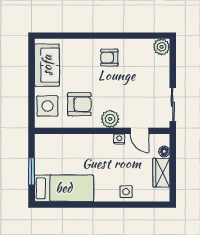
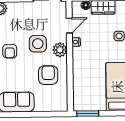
side table: (47, 106) -> (38, 44), moved
window: (31, 171) -> (88, 114), moved

